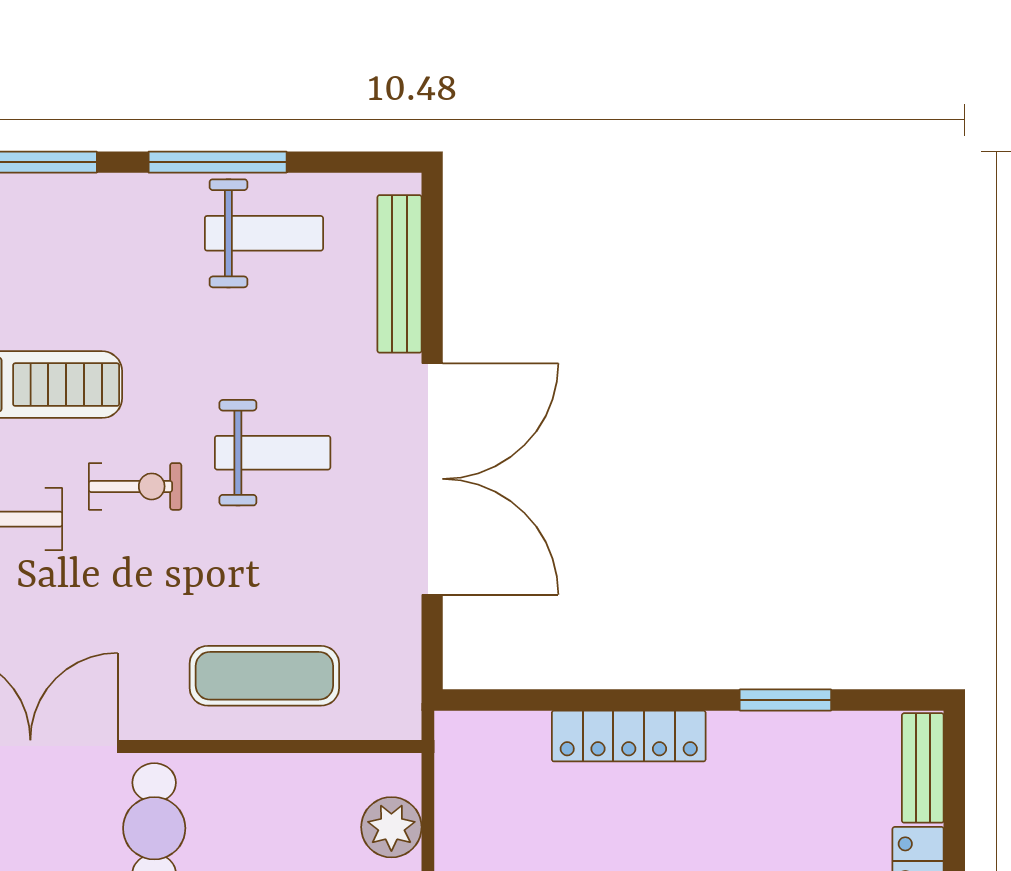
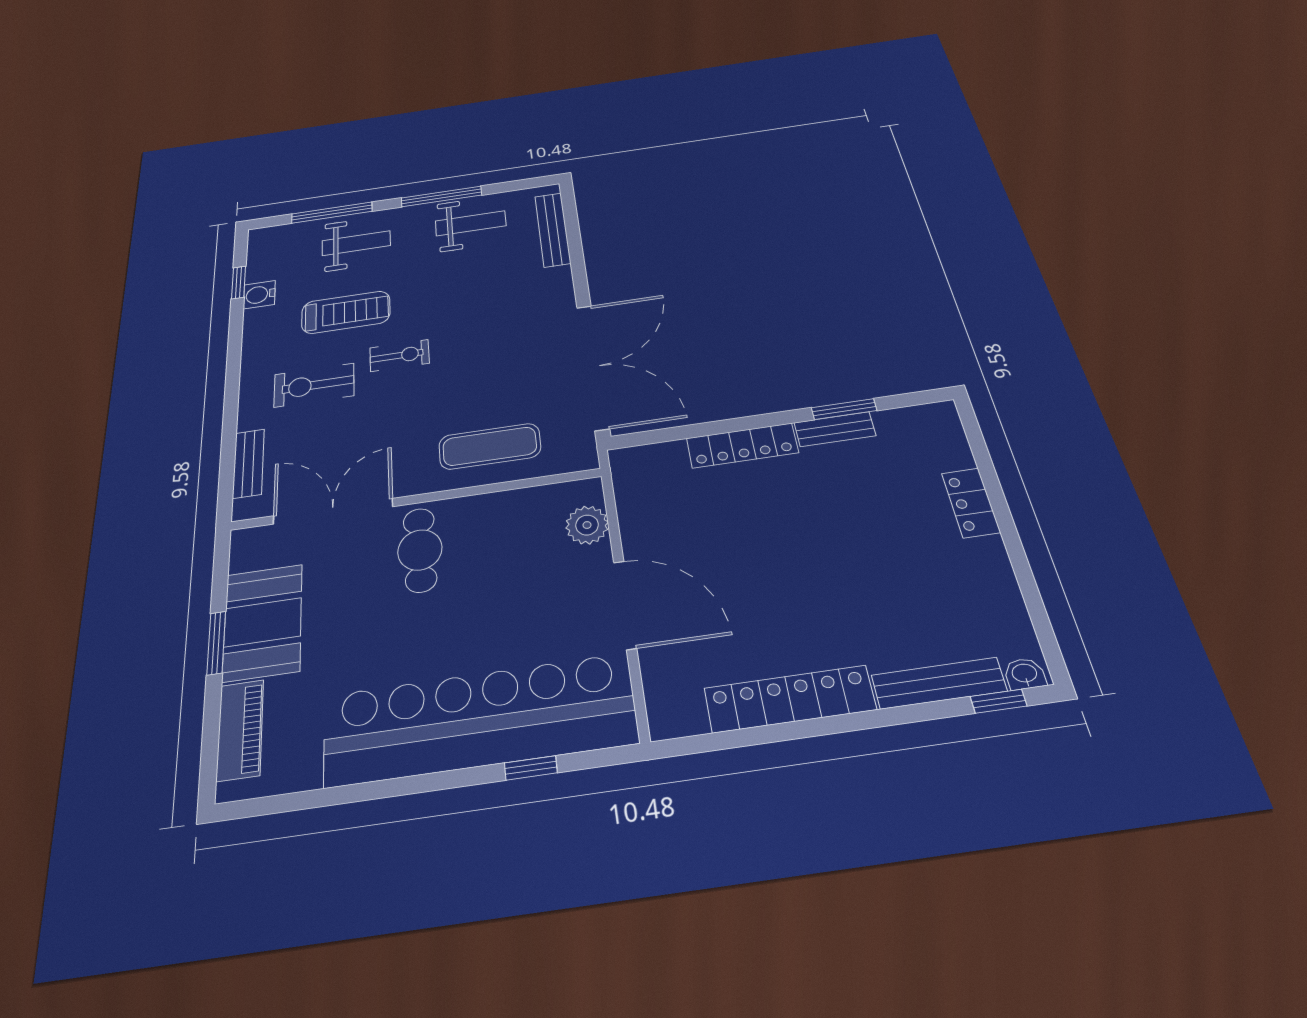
weight bench: (273, 453) -> (356, 243), moved
double door: (432, 479) -> (593, 366), moved
bench: (923, 768) -> (835, 429), moved, turned 90

